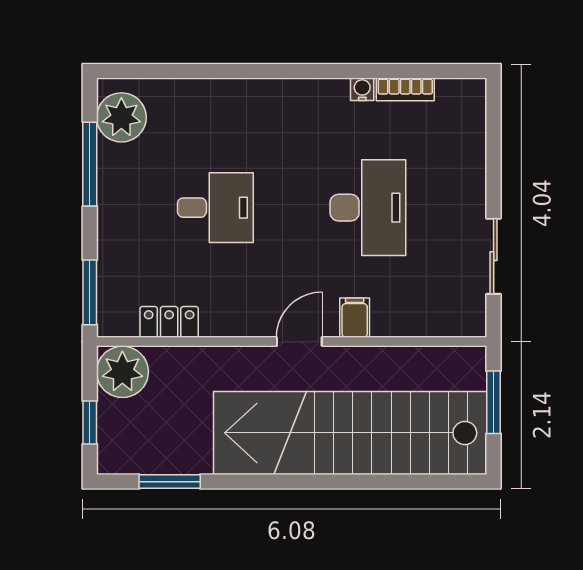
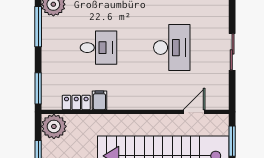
sliding door: (494, 256) -> (232, 52), moved
filing cabinet: (355, 318) -> (99, 100), moved
door: (299, 342) -> (194, 112), moved

